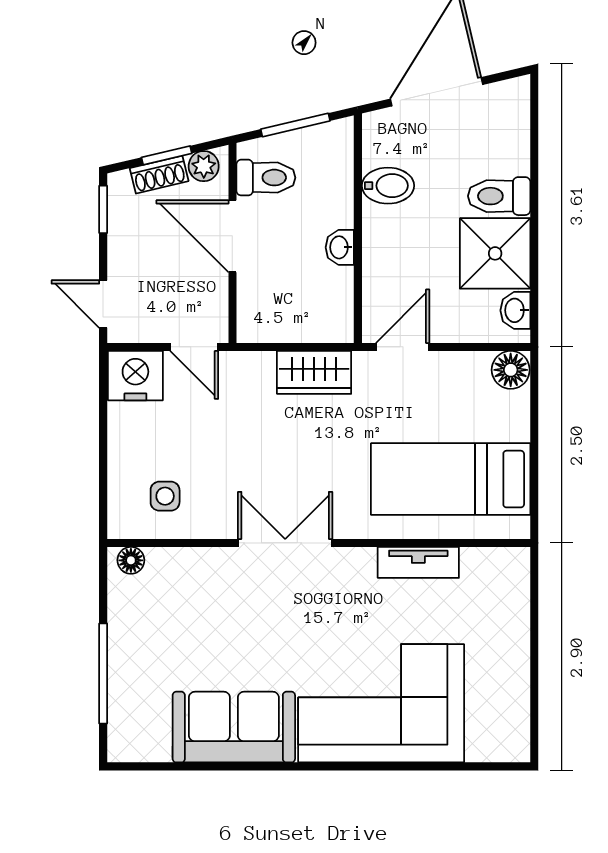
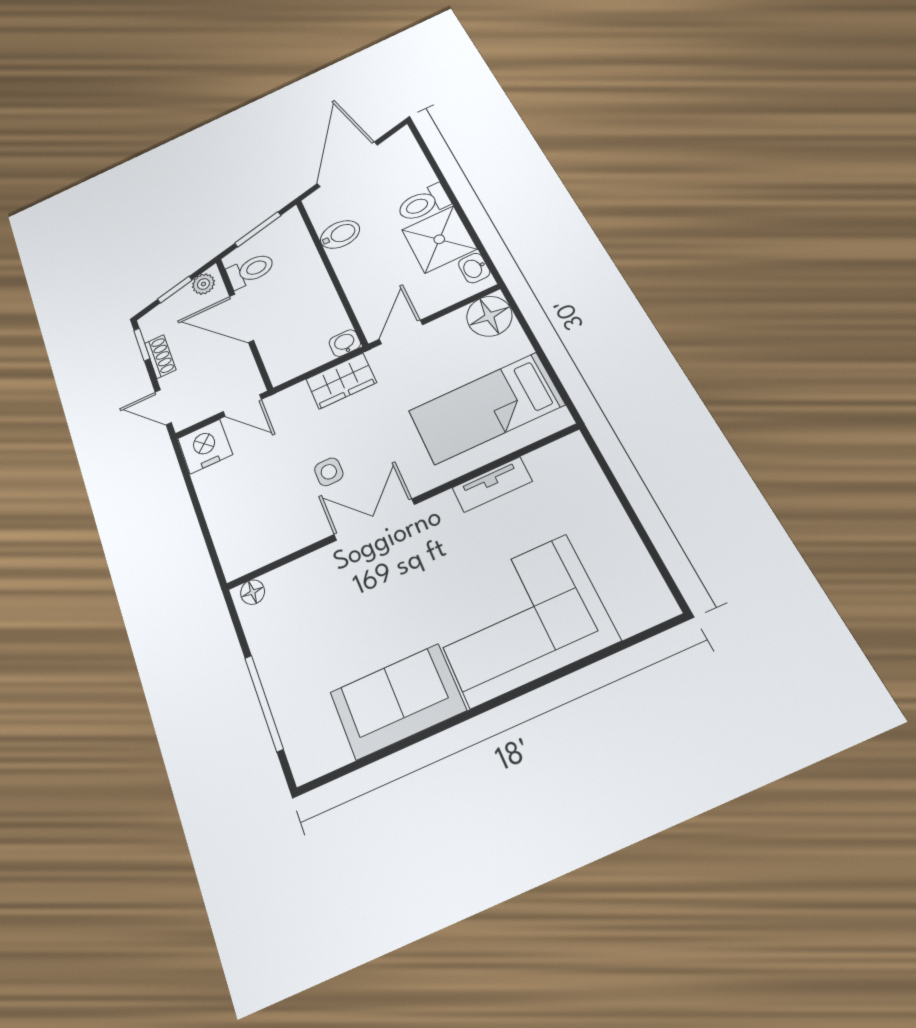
shoe rack: (159, 175) -> (160, 357), moved, turned -77
washbasin: (340, 247) -> (345, 343), moved, turned 90
floor lamp: (511, 370) -> (489, 316), width x1.38, depth x1.38
side table: (165, 496) -> (329, 472), moved

